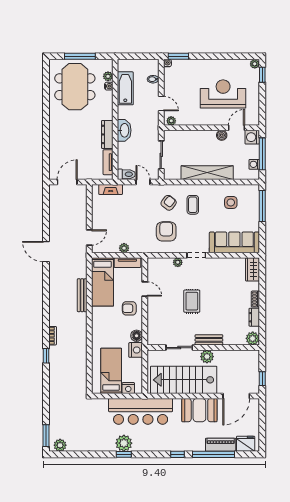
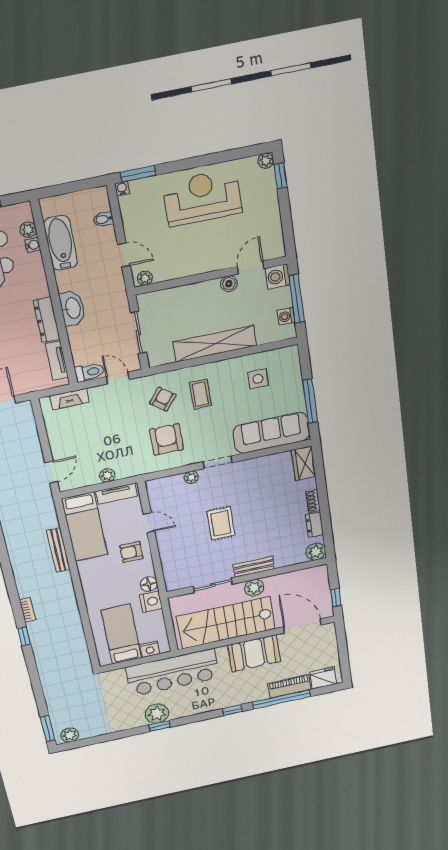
reception desk: (223, 94) -> (202, 197), moved
window: (262, 206) -> (310, 401), moved
door: (236, 396) -> (302, 626), swing flipped

